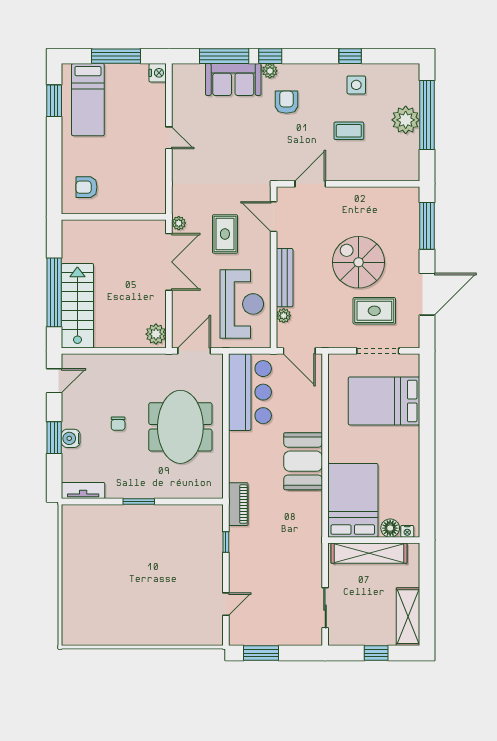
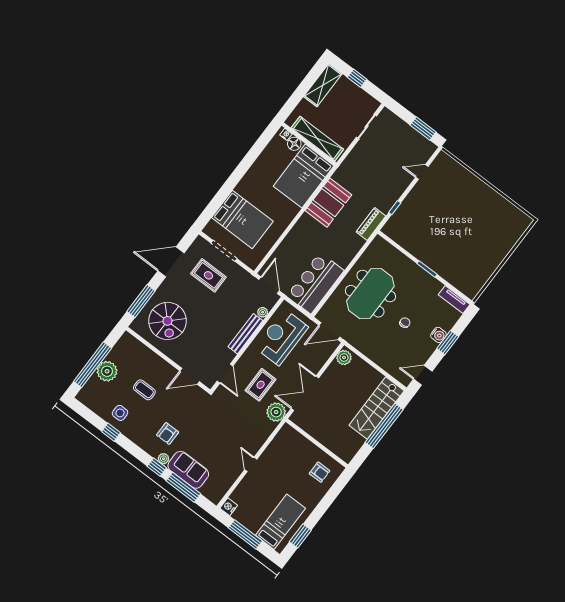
plant: (179, 223) -> (276, 412), width x1.87, depth x1.87
spiral stairs: (359, 262) -> (168, 321), moved
booth: (303, 461) -> (328, 203), moved

